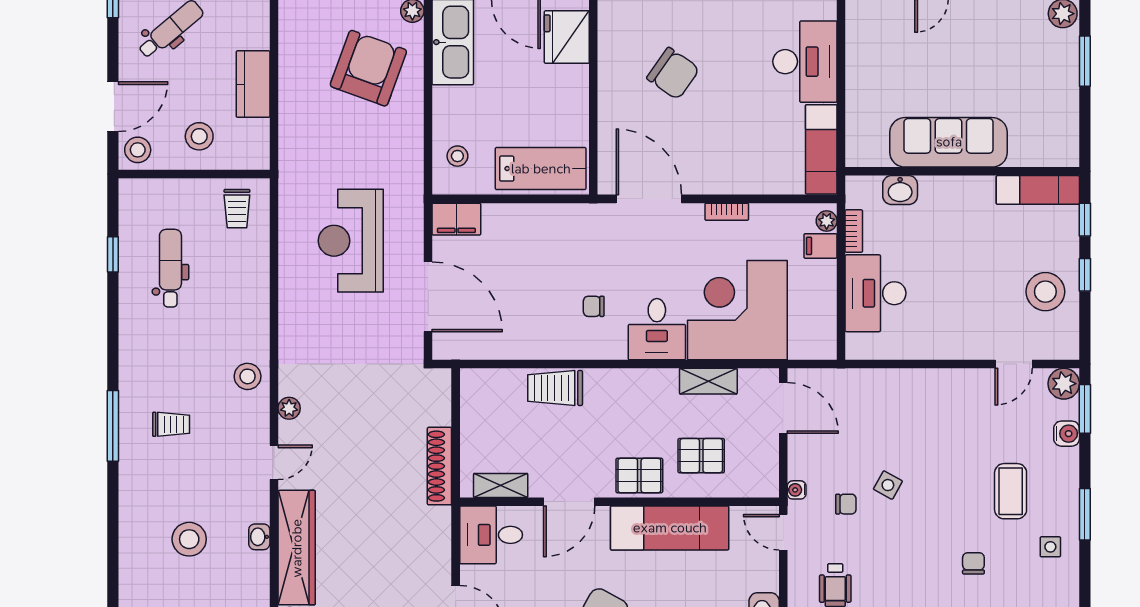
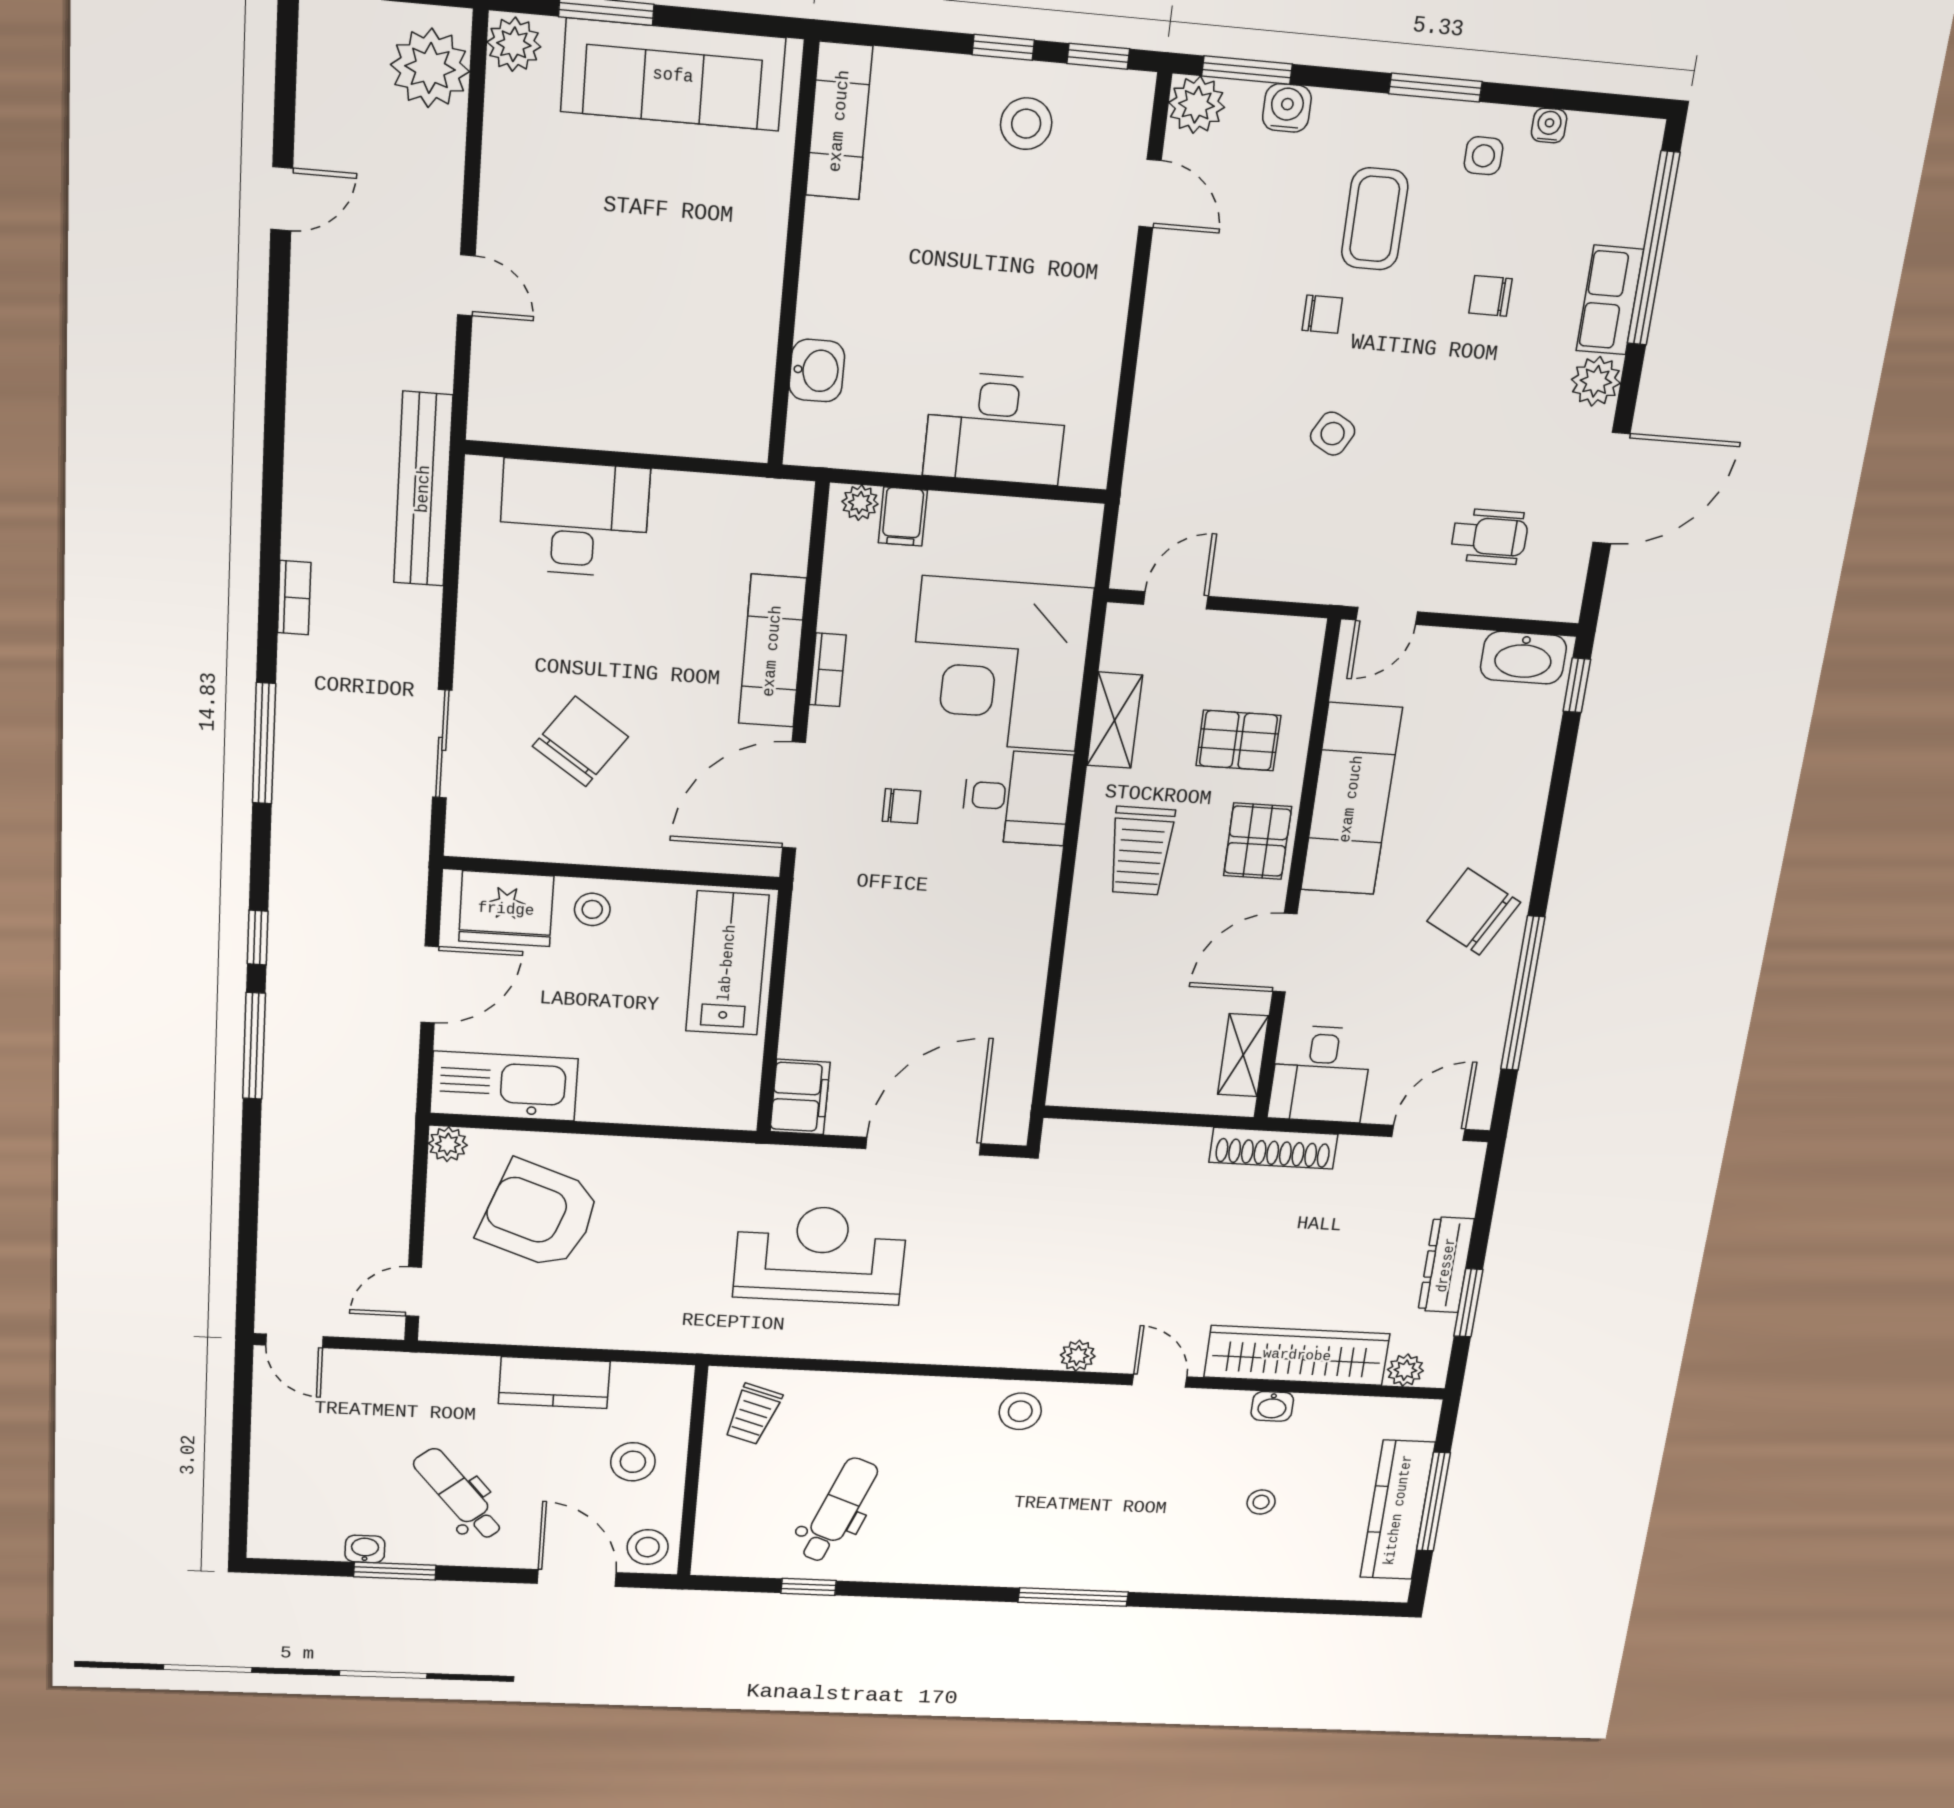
sofa: (949, 142) -> (673, 75), moved, turned -90
exam couch: (821, 149) -> (772, 651), moved, turned 90
stool: (457, 156) -> (592, 909), moved
trolley: (237, 209) -> (753, 1414), turned 107
window: (1085, 220) -> (1098, 56), moved
bookcase: (854, 231) -> (882, 457), removed
reception desk: (351, 241) -> (820, 1255), turned 180
dental chair: (170, 268) -> (838, 1510), turned 111
stool: (1045, 292) -> (1026, 124), width x0.73, depth x0.73
chair: (594, 306) -> (901, 806), moved, turned -90
trolley: (555, 388) -> (1141, 851), moved
door: (783, 408) -> (1176, 600), width x0.73
trolley: (171, 424) -> (1081, 1519), removed
pallet: (701, 456) -> (1238, 740), turned 90
shoe rack: (439, 466) -> (1273, 1148), moved
water cooler: (797, 490) -> (1549, 126), moved, turned 180
coffee table: (1011, 491) -> (1375, 219), turned 90
door: (569, 502) -> (1285, 953), swing flipped
chair: (846, 504) -> (1322, 314), moved, turned 90
stool: (189, 539) -> (1261, 1502), width x0.53, depth x0.53

